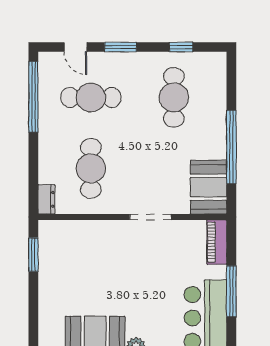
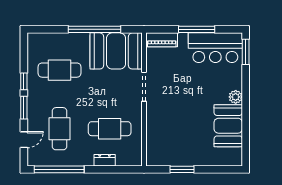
window: (181, 47) -> (24, 81), moved
booth: (209, 187) -> (116, 51), width x1.36, depth x1.42
dresser: (46, 199) -> (105, 160), moved
window: (33, 255) -> (182, 169), moved

